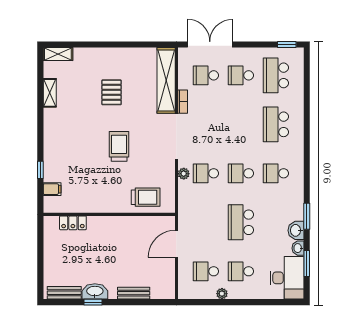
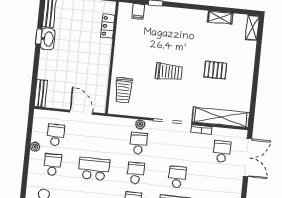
school desk: (241, 75) -> (177, 177), moved
bench: (134, 293) -> (41, 93), moved

